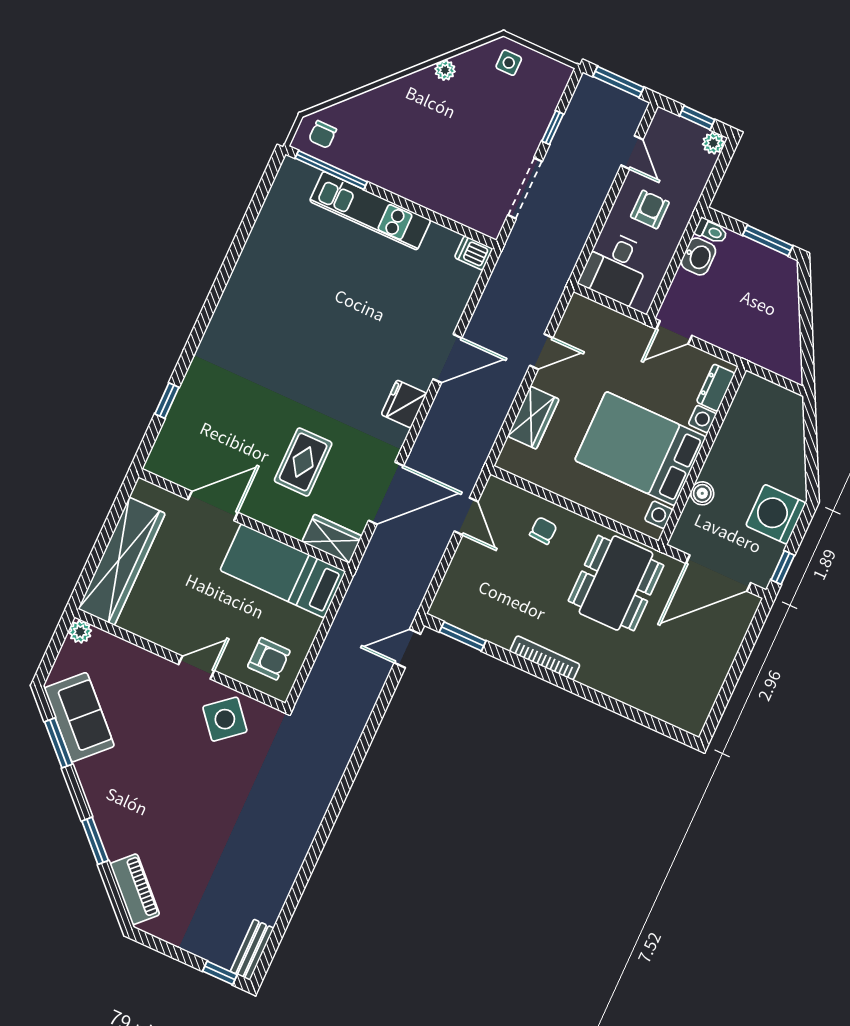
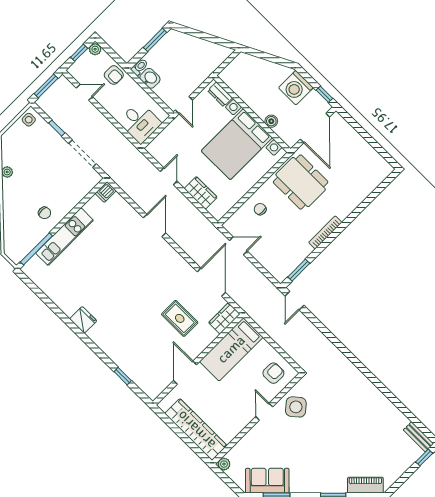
side table: (509, 63) -> (29, 120), moved
chair: (323, 134) -> (45, 213), moved
armchair: (650, 209) -> (114, 75), moved, turned 180
fridge: (404, 404) -> (83, 320), moved, turned 180

